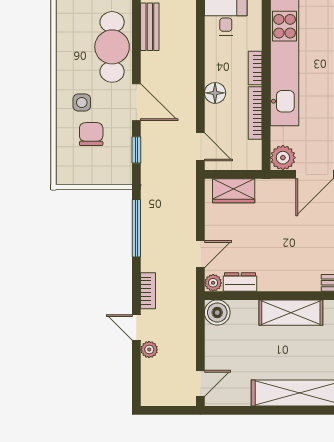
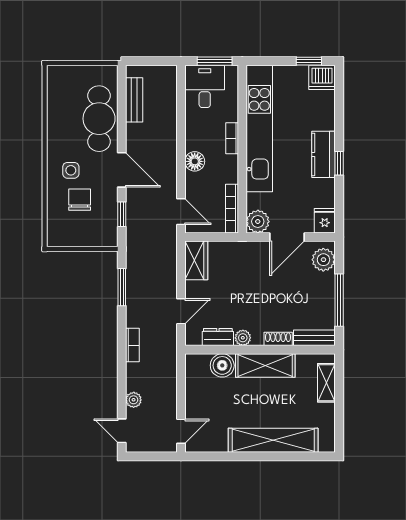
bookcase: (255, 113) -> (232, 209), moved
wardrobe: (234, 191) -> (196, 260), moved, turned -90
window: (136, 228) -> (122, 287), width x0.69
plant: (213, 283) -> (243, 338), moved
shoe rack: (305, 284) -> (278, 339), added
boiler: (217, 313) -> (222, 365), moved
door: (136, 327) -> (122, 431), moved

